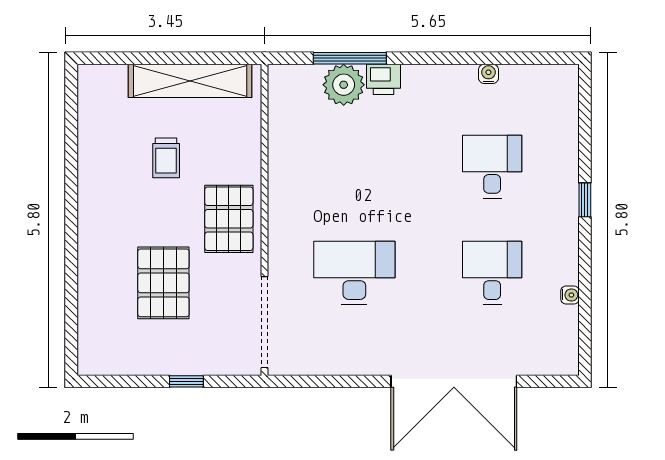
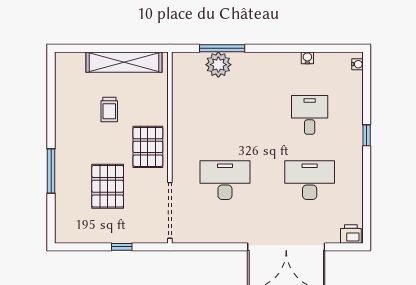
printer: (383, 79) -> (351, 234), moved, turned 180
window: (71, 258) -> (51, 171), added
desk: (492, 273) -> (310, 180), width x1.37
water cooler: (570, 295) -> (357, 64), moved

